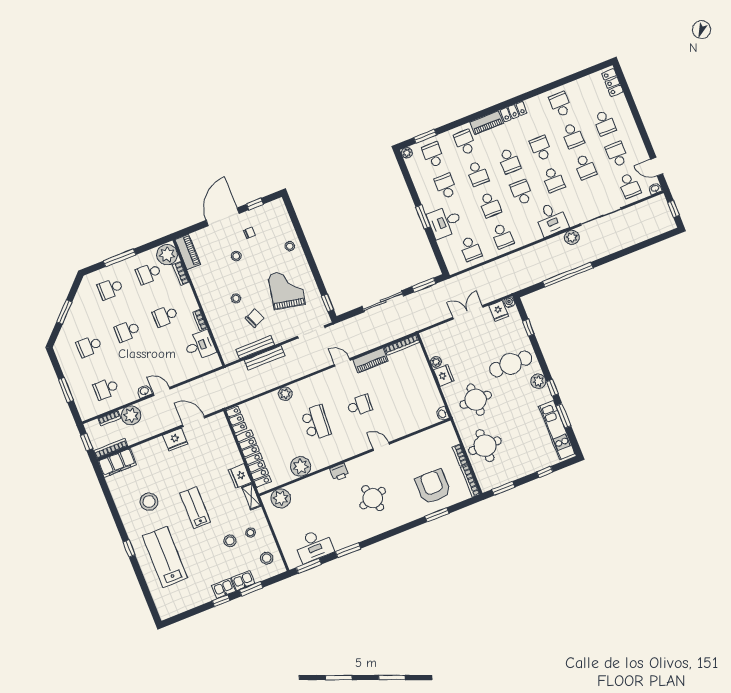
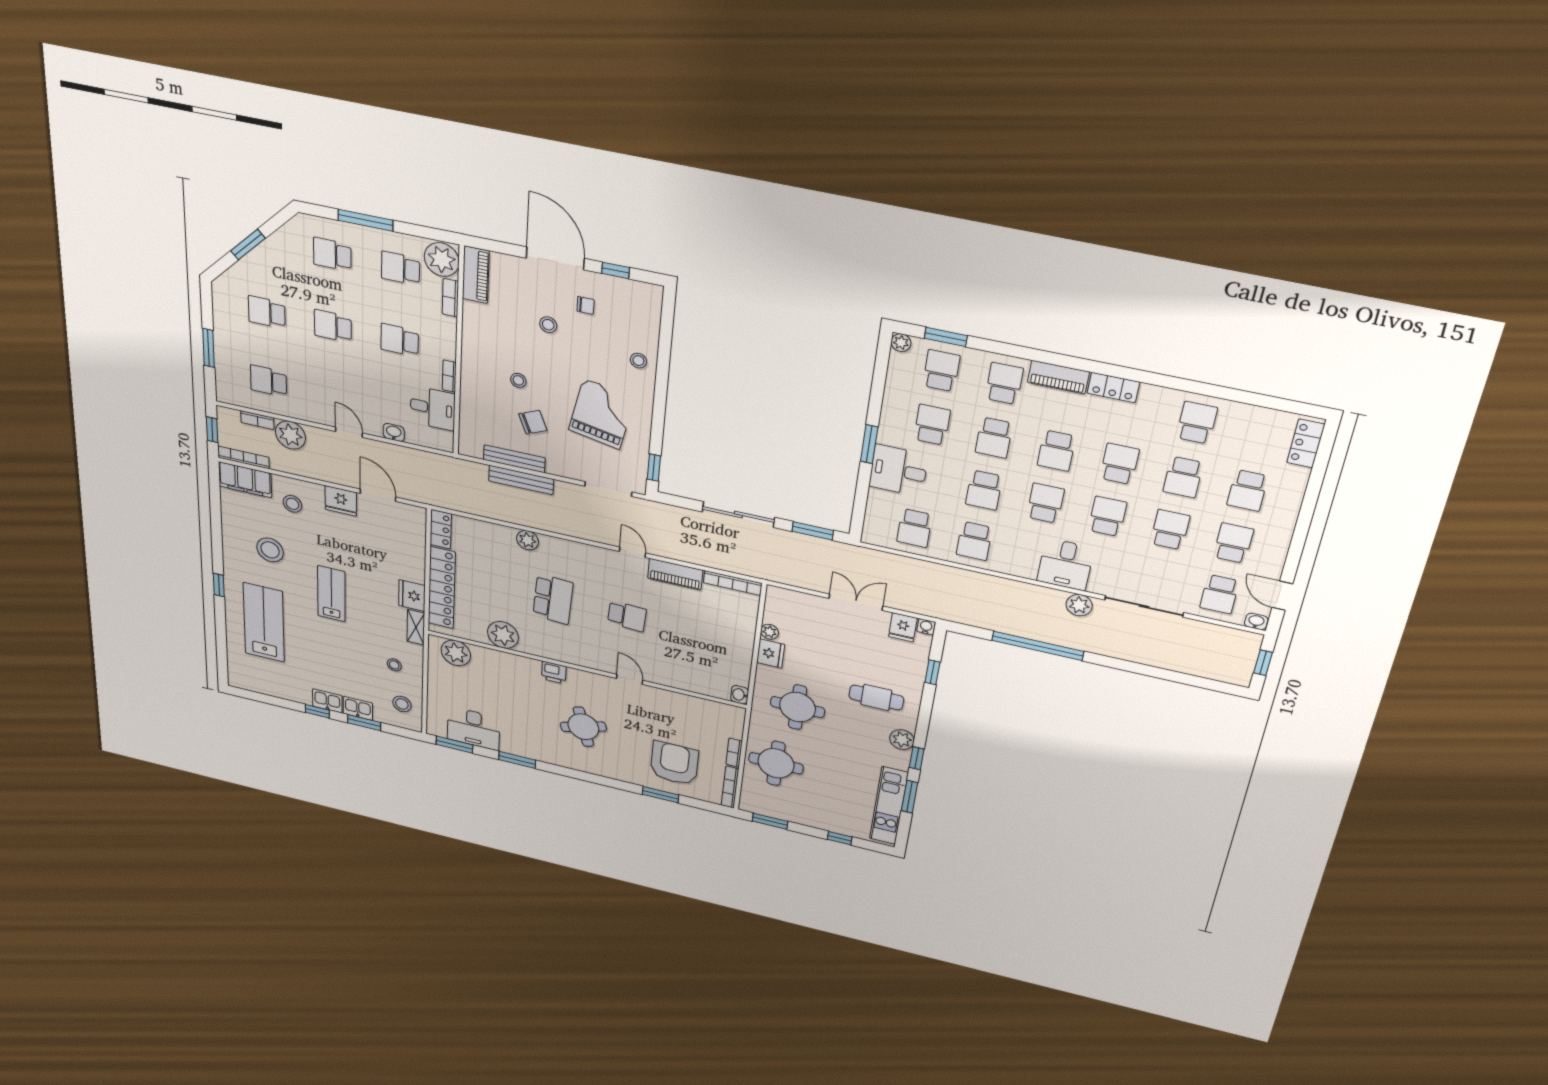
school desk: (585, 167) -> (1170, 530), turned 180
school desk: (553, 180) -> (1107, 516), turned 180
door: (223, 217) -> (555, 258), hinge flipped
cafe table: (511, 364) -> (876, 697), width x0.73, depth x0.74
washbasin: (144, 391) -> (394, 432), moved
stool: (230, 541) -> (292, 504), moved

